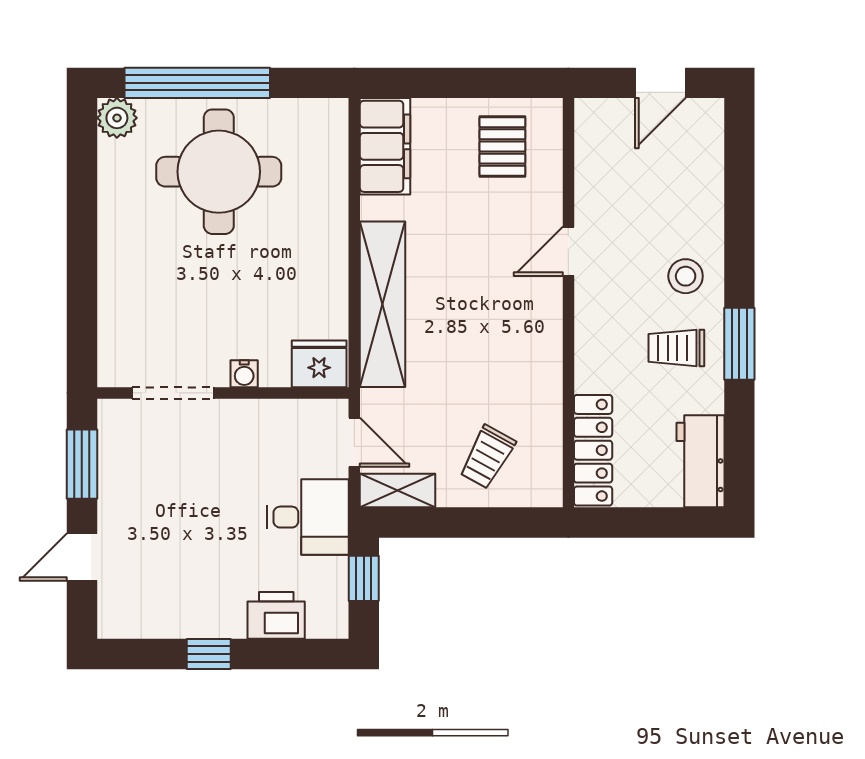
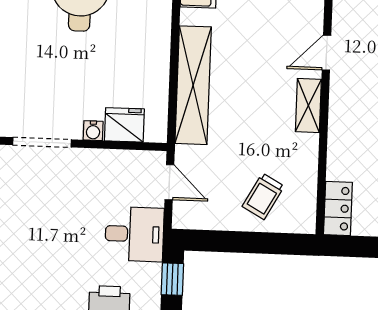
fridge: (319, 364) -> (124, 125), moved
locker: (593, 450) -> (338, 208), width x0.66
shelving: (397, 491) -> (308, 105), moved, turned 90

